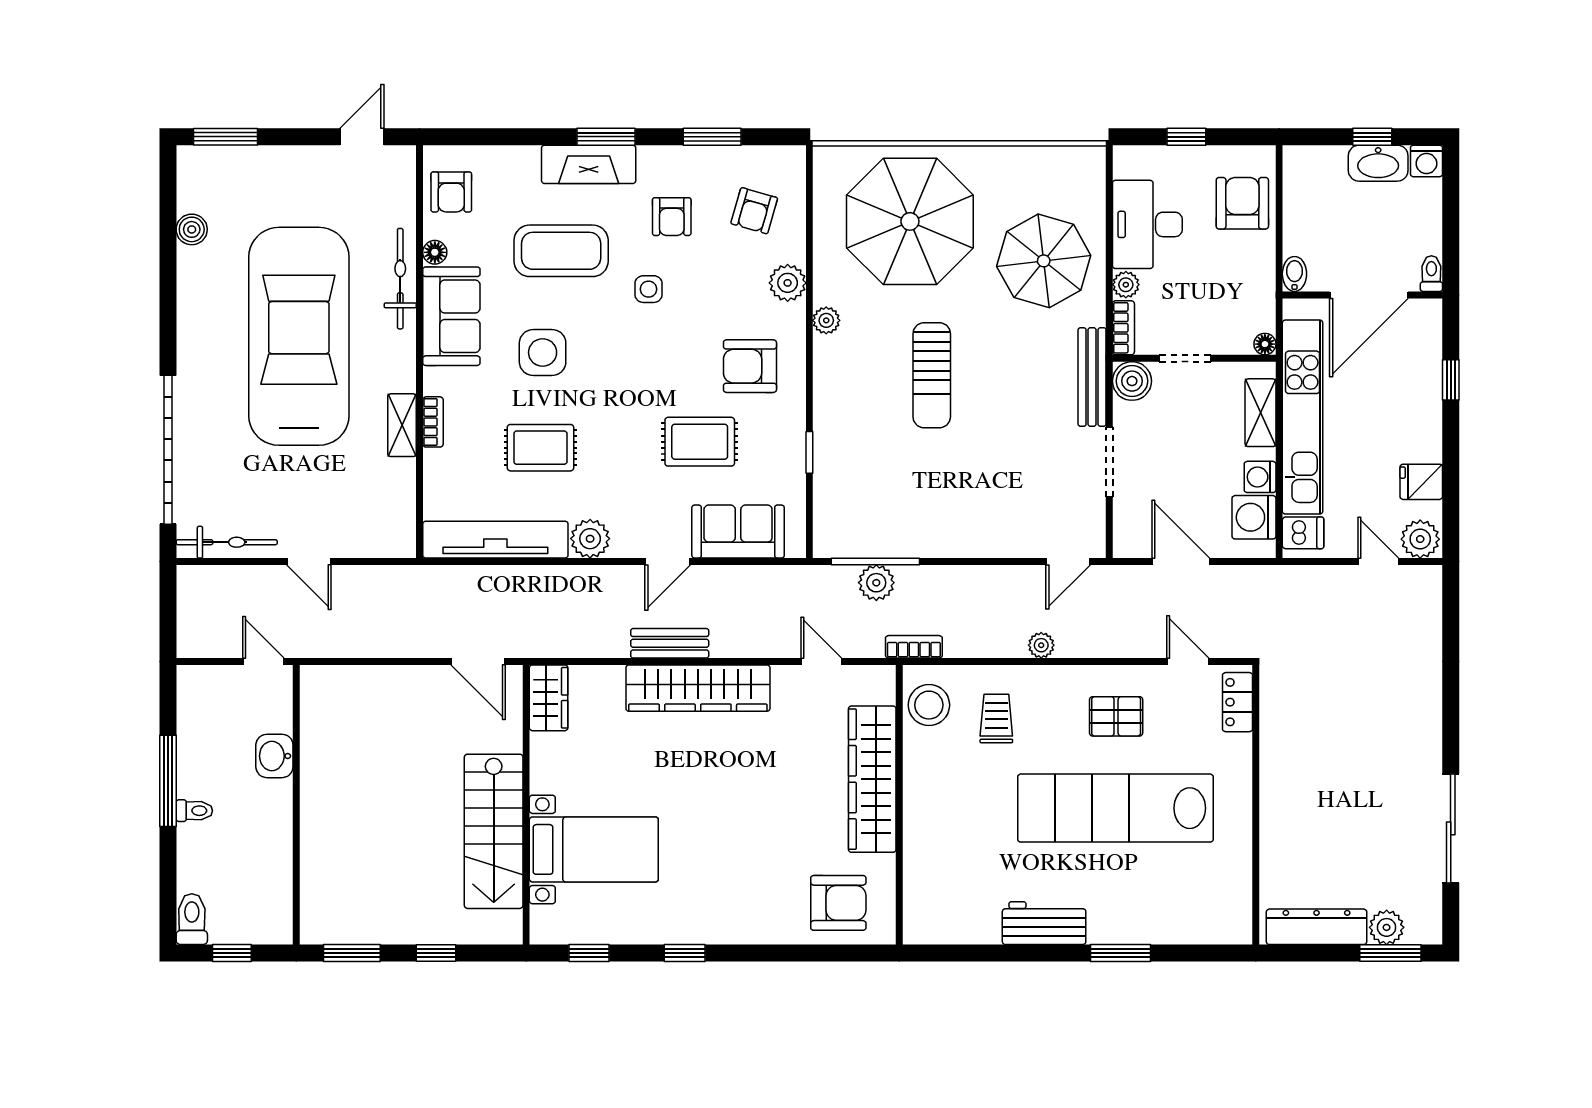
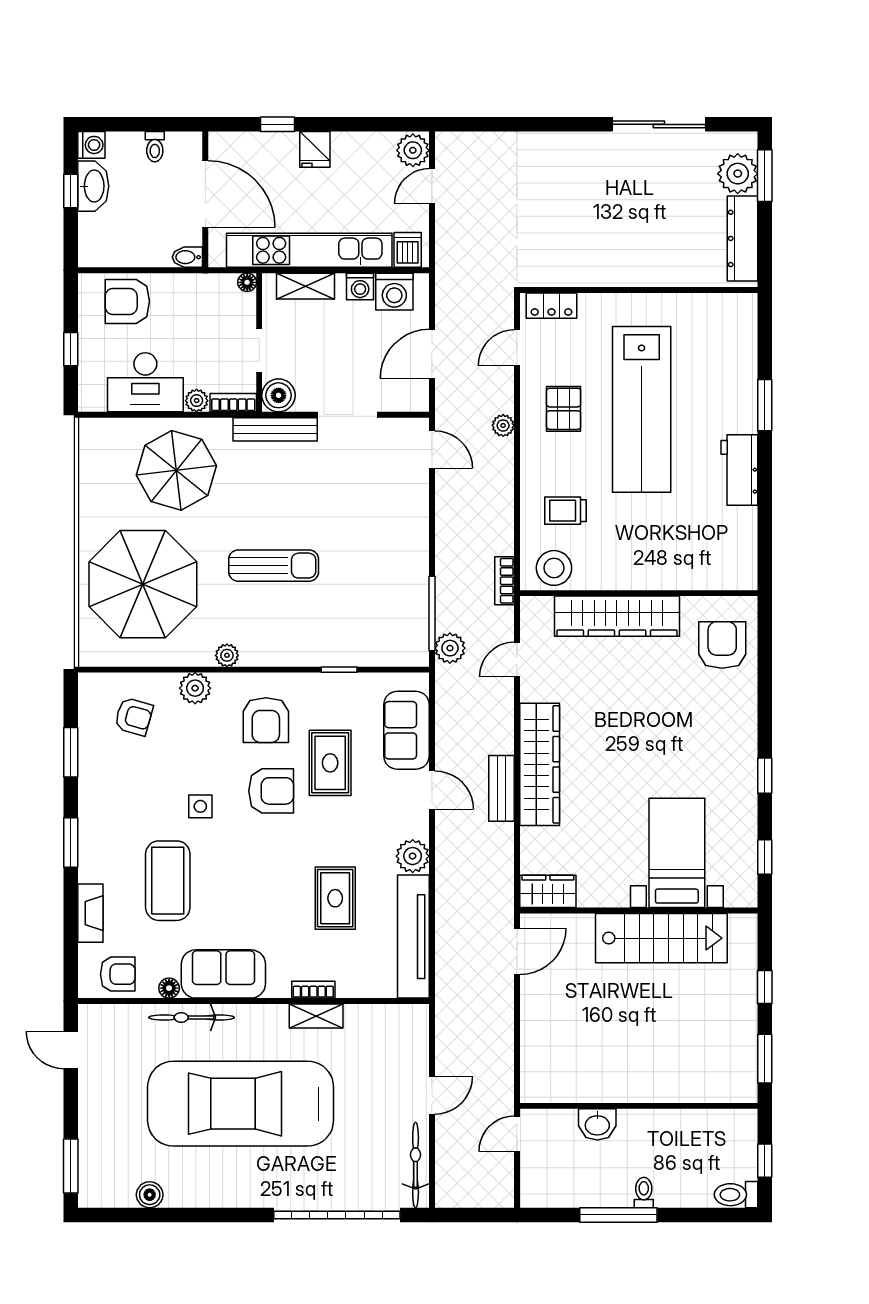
fireplace: (589, 164) -> (90, 913), moved, width x0.73, depth x0.76
armchair: (672, 217) -> (271, 791), moved, width x1.38, depth x1.38
toilet: (1431, 274) -> (155, 147), moved, turned -90
side table: (543, 352) -> (254, 896), removed
fridge: (1421, 482) -> (315, 149), moved
plant: (876, 583) -> (450, 648), moved
plant: (1041, 645) -> (503, 425), moved
plant: (1387, 927) -> (738, 174), width x1.36, depth x1.36

